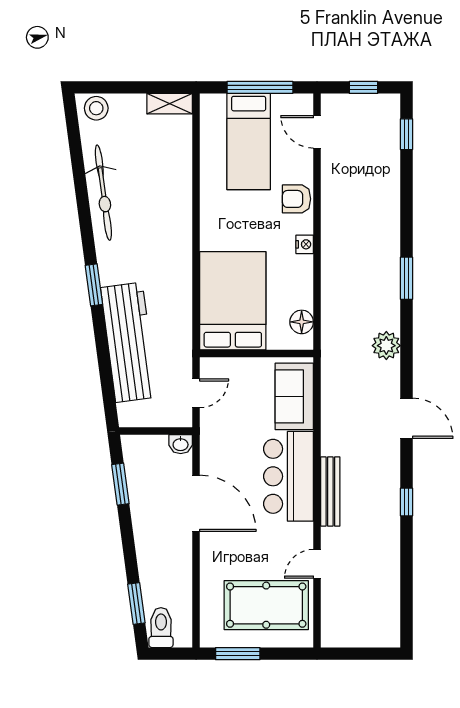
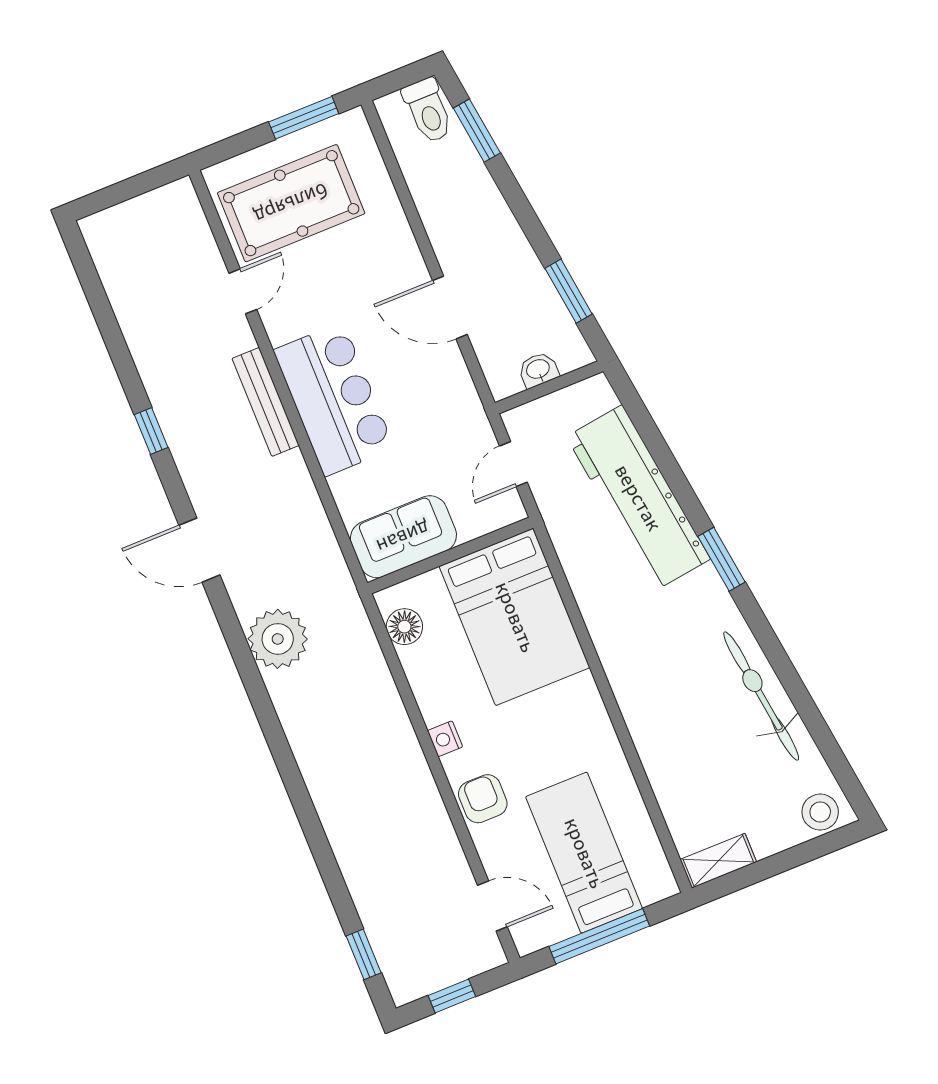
armchair: (296, 199) -> (483, 799), turned -90
window: (407, 278) -> (280, 749), removed
plant: (386, 346) -> (278, 639), width x1.36, depth x1.36
sofa: (294, 396) -> (403, 537), moved, turned -90
washbasin: (181, 444) -> (538, 370), moved
door: (196, 503) -> (450, 308), width x0.73

